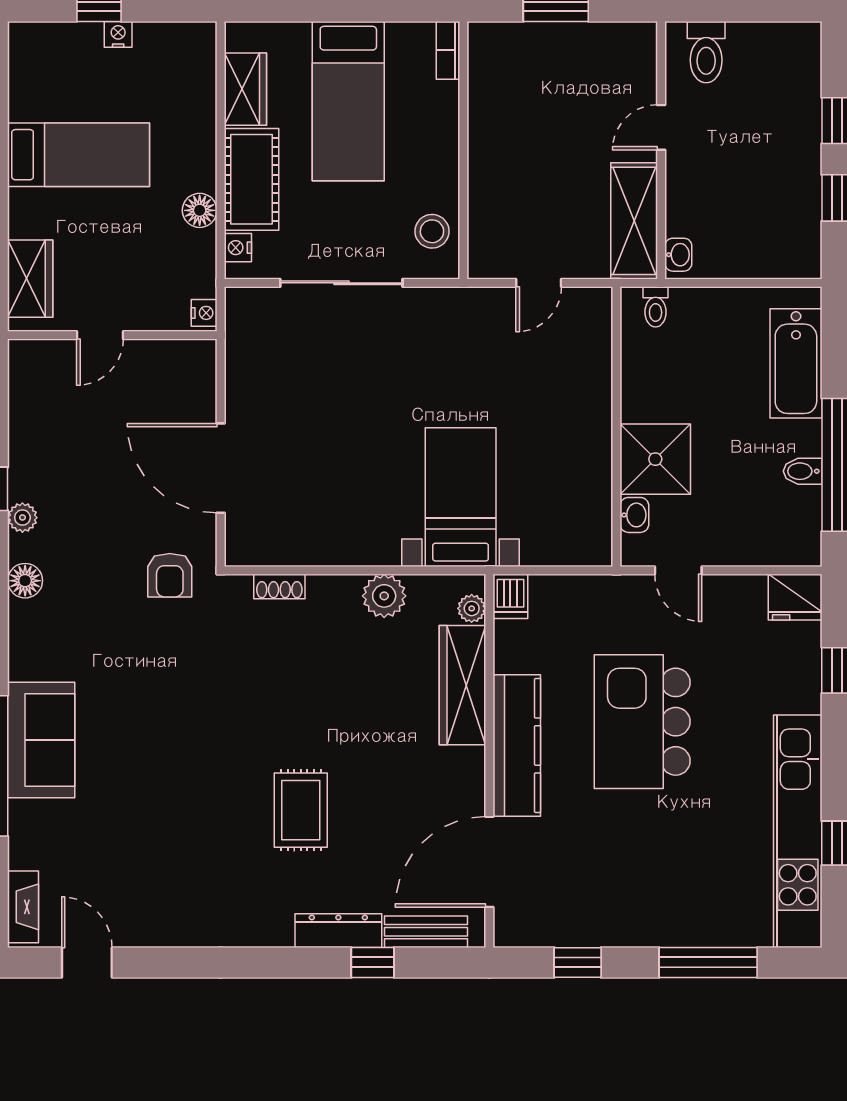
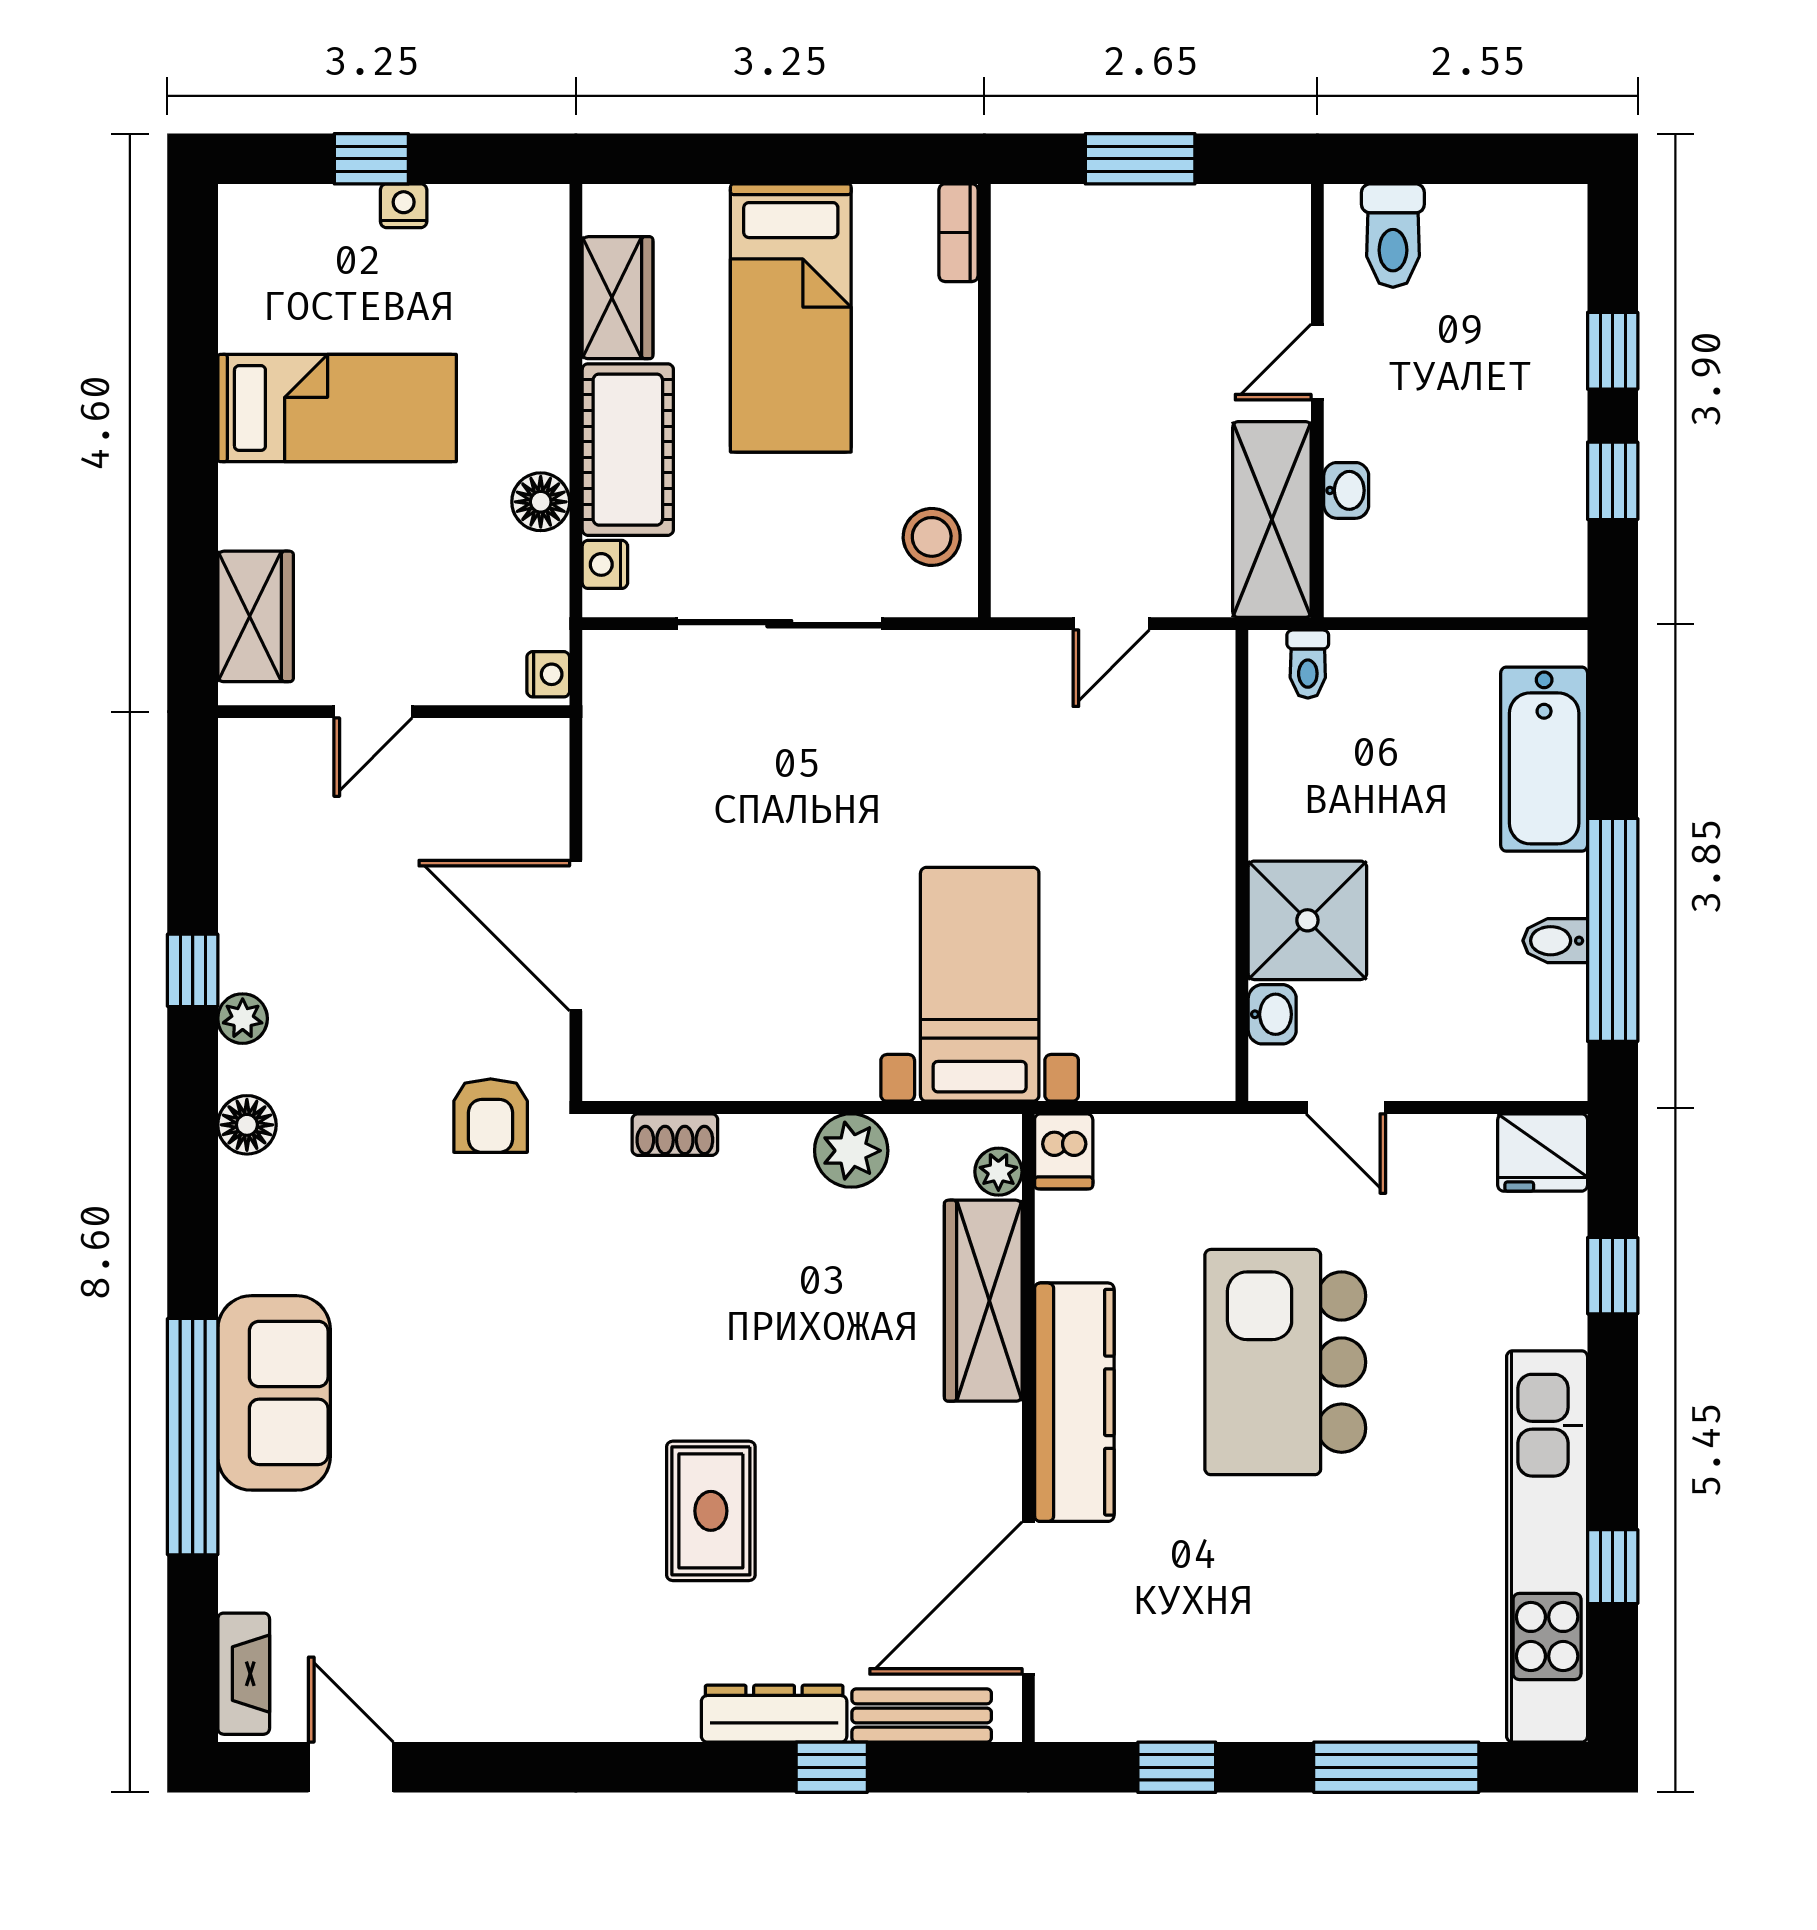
washbasin: (678, 255) -> (1346, 490), moved

